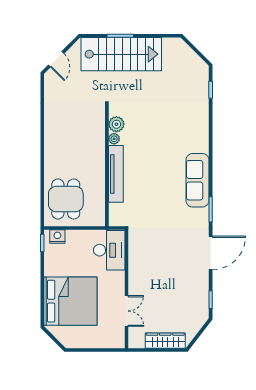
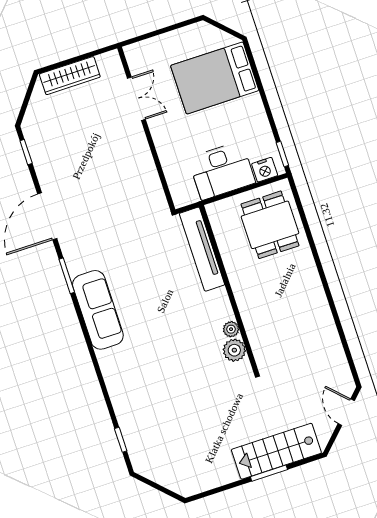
stairs: (121, 54) -> (276, 451), width x0.73, depth x0.66
tv unit: (116, 174) -> (202, 249), moved
desk: (109, 250) -> (222, 170), moved, turned -90
bed: (70, 301) -> (215, 78), width x0.73
double door: (126, 311) -> (136, 99), swing flipped

